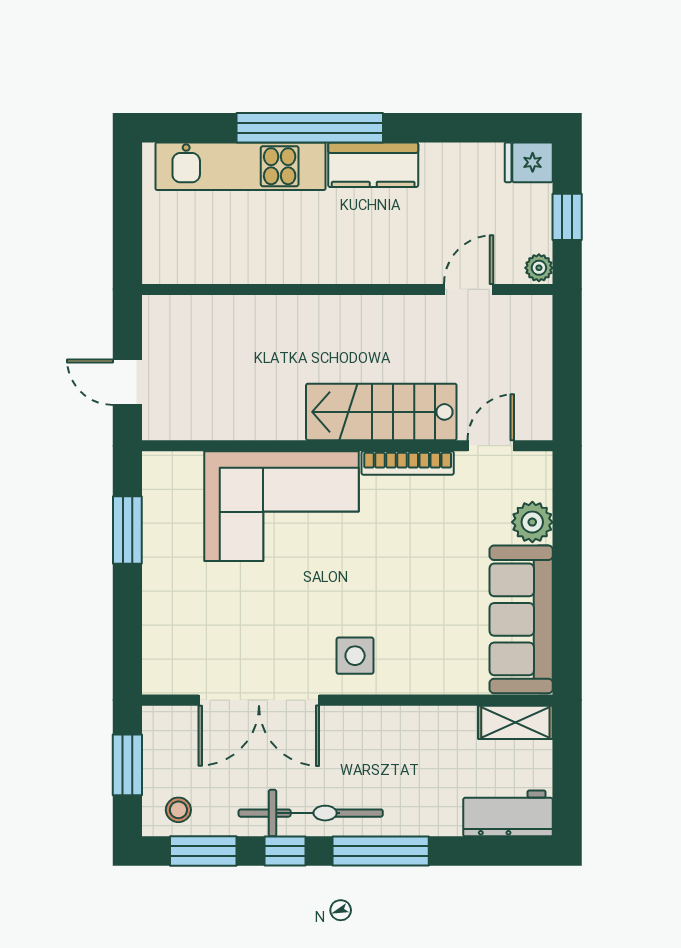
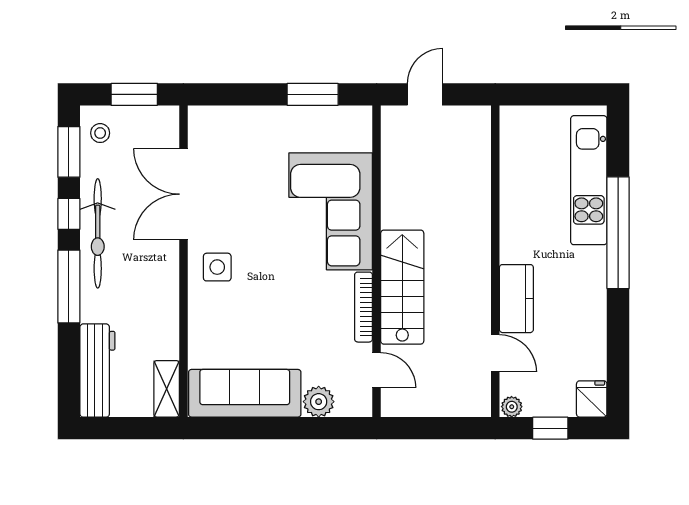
kitchen counter: (373, 165) -> (516, 299), moved, turned 180
workbench: (508, 813) -> (97, 371), width x1.37

